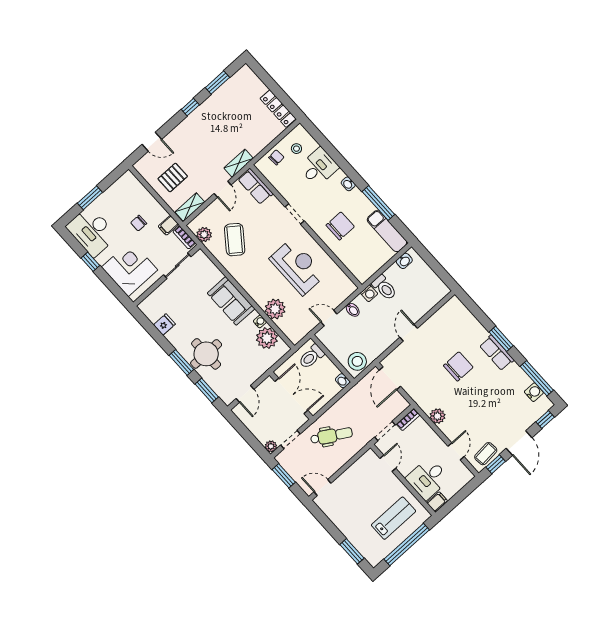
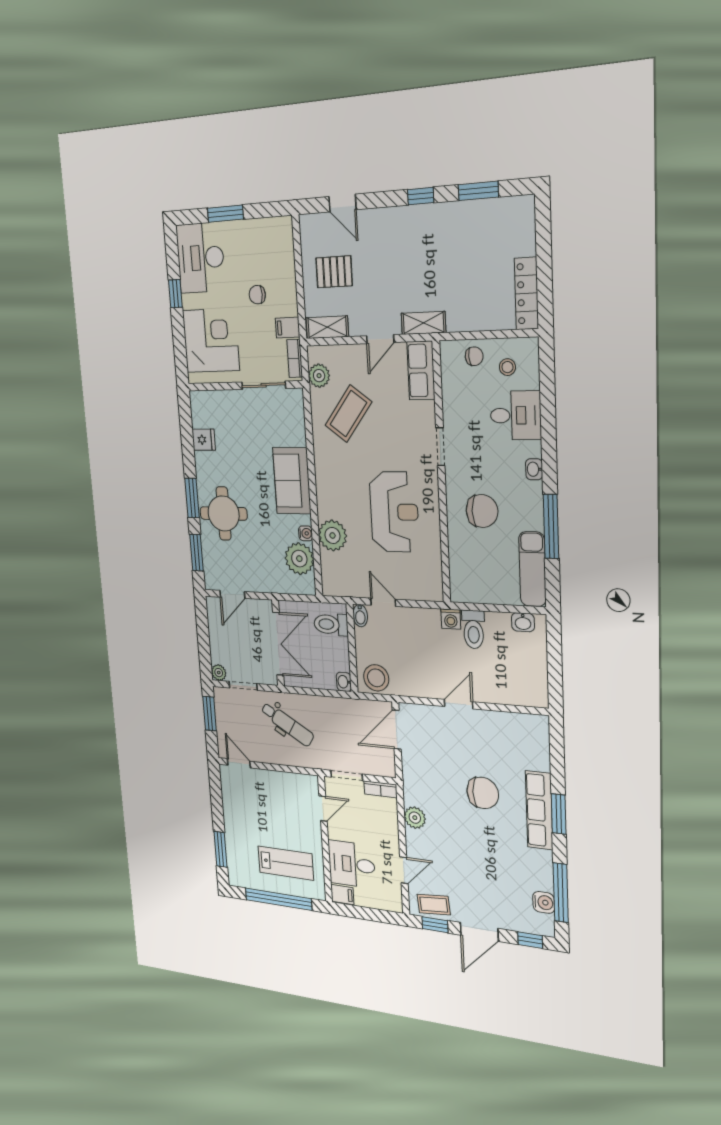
bidet: (353, 310) -> (360, 616), moved
row of seats: (497, 353) -> (539, 810), width x1.48

